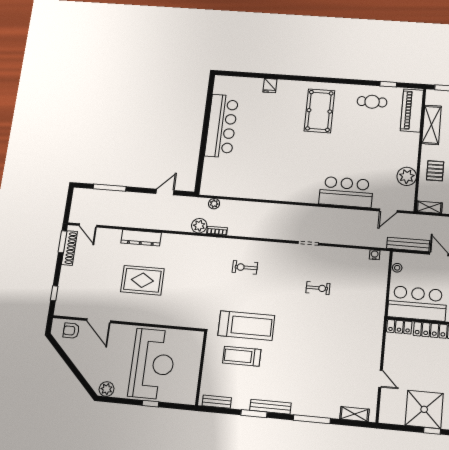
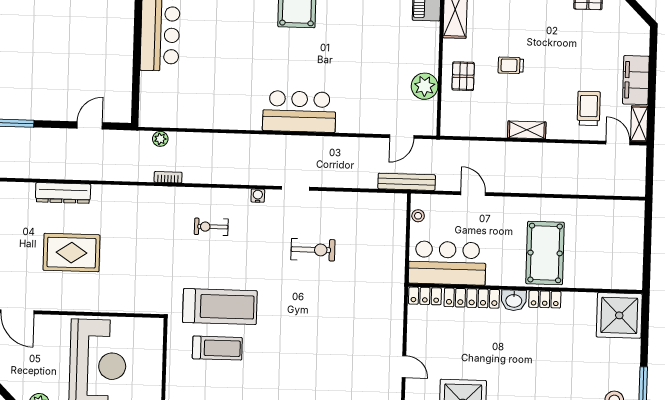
bar counter: (346, 192) -> (299, 112), moved
shelving: (429, 207) -> (457, 129), removed
plant: (199, 226) -> (142, 171), removed
bench: (408, 244) -> (407, 182), moved
water cooler: (375, 255) -> (258, 196), moved
exercise bike: (318, 288) -> (313, 250), width x1.38, depth x1.39
treadmill: (242, 356) -> (217, 348), turned 180

